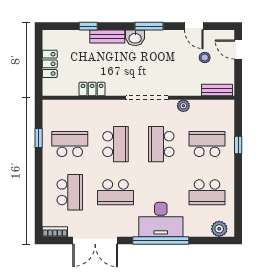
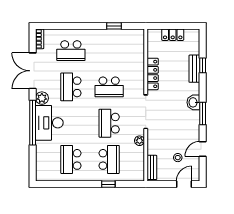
bench: (107, 36) -> (194, 69), moved
locker: (92, 89) -> (153, 74), width x1.53
school desk: (70, 144) -> (109, 51), removed
school desk: (161, 144) -> (109, 123), turned -90
plant: (219, 229) -> (42, 98), moved

